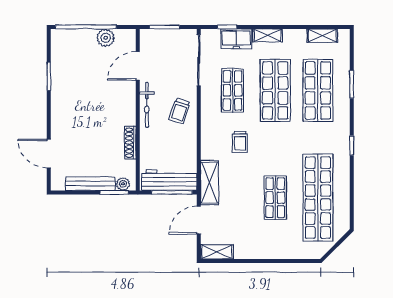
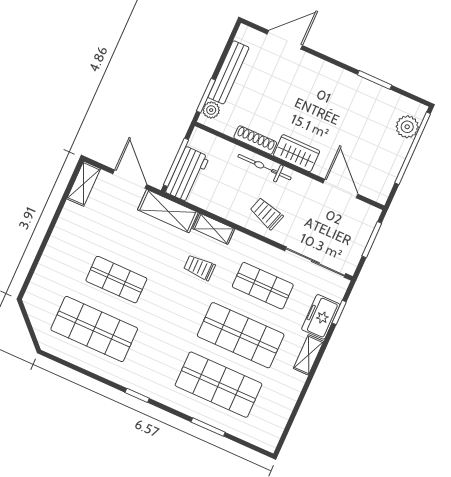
shelving: (322, 36) -> (214, 229), moved, turned 90
plant: (106, 38) -> (407, 127), moved
bicycle: (147, 105) -> (264, 167), moved
wardrobe: (127, 109) -> (297, 153), added
workbench: (169, 180) -> (188, 174), width x0.73
shop shelf: (318, 198) -> (94, 329), width x0.71

